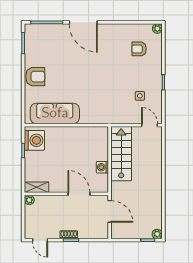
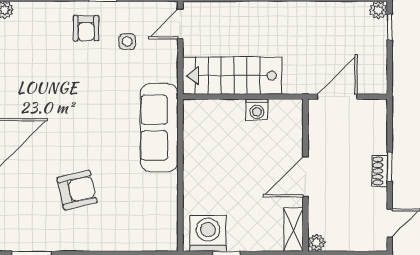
armchair: (139, 49) -> (86, 28), moved
armchair: (35, 77) -> (77, 190), moved, turned 77
sofa: (55, 113) -> (159, 128), moved
door: (79, 194) -> (305, 177), moved

